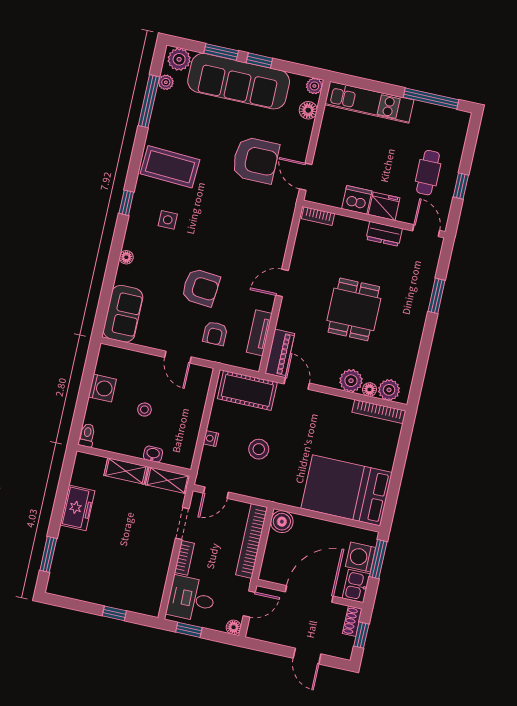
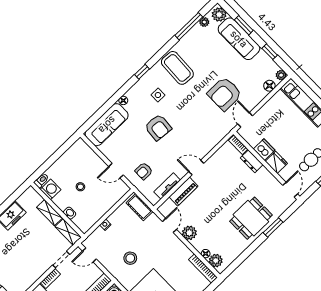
window: (259, 60) -> (270, 52), moved
sofa: (239, 81) -> (239, 39), width x0.74, depth x0.79
armchair: (255, 160) -> (225, 94), turned 90
dresser: (384, 234) -> (252, 161), moved
armchair: (201, 287) -> (158, 127), moved
dining table: (354, 309) -> (251, 218), moved
sofa: (123, 314) -> (107, 125), width x1.36
piano: (280, 353) -> (183, 192), moved
door: (178, 357) -> (116, 171), hinge flipped
plant: (351, 381) -> (189, 233), moved
washing machine: (102, 388) -> (51, 189), moved, turned -90
cot: (247, 390) -> (139, 207), width x0.73, depth x0.75
stool: (259, 449) -> (130, 258), moved

